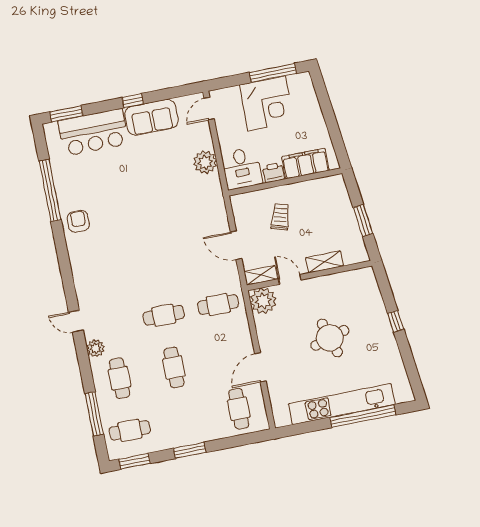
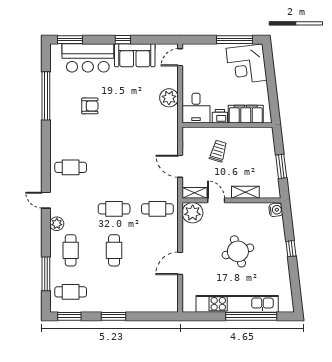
corner desk: (267, 103) -> (246, 64), moved, turned 83
armchair: (78, 221) -> (90, 106), moved, turned 90
water cooler: (367, 276) -> (276, 210), added
cafe table: (239, 409) -> (71, 167), moved, turned 90

